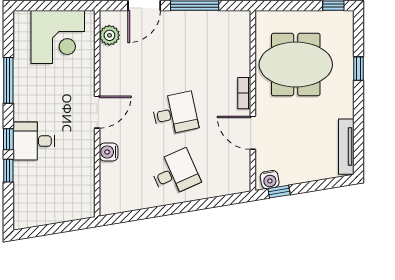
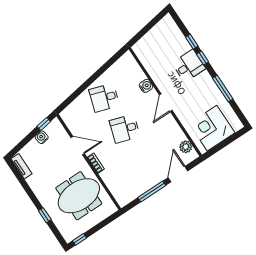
desk: (175, 114) -> (125, 129), turned 30
tv unit: (346, 147) -> (22, 166), width x0.71
desk: (175, 173) -> (104, 98), turned 42
water cooler: (270, 180) -> (42, 137), moved

